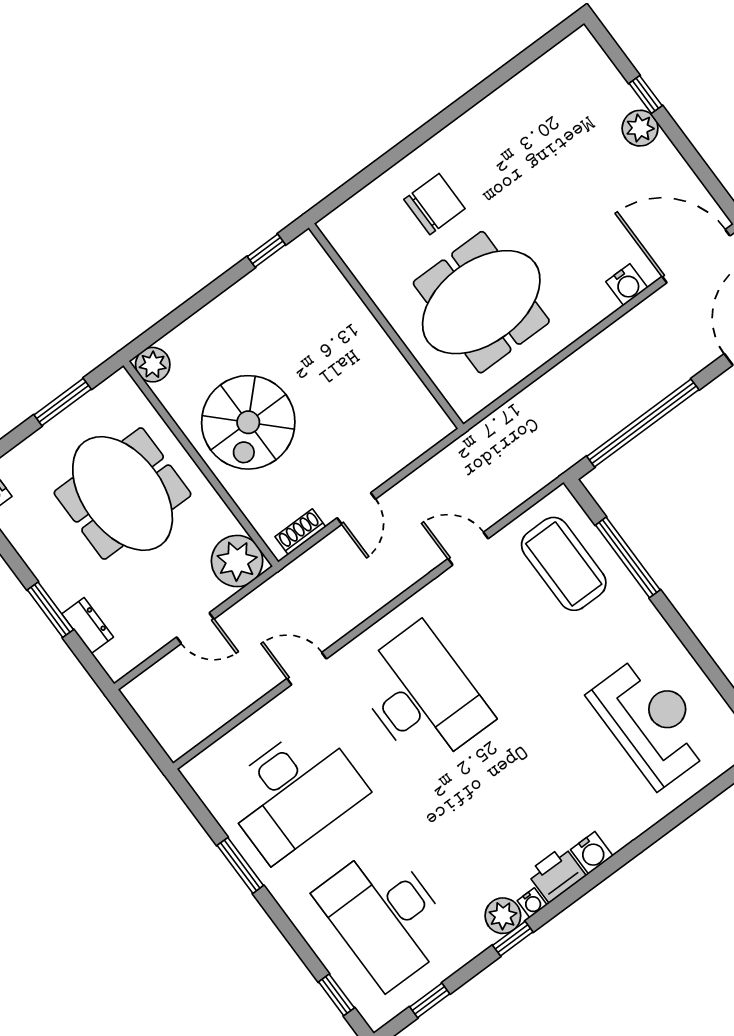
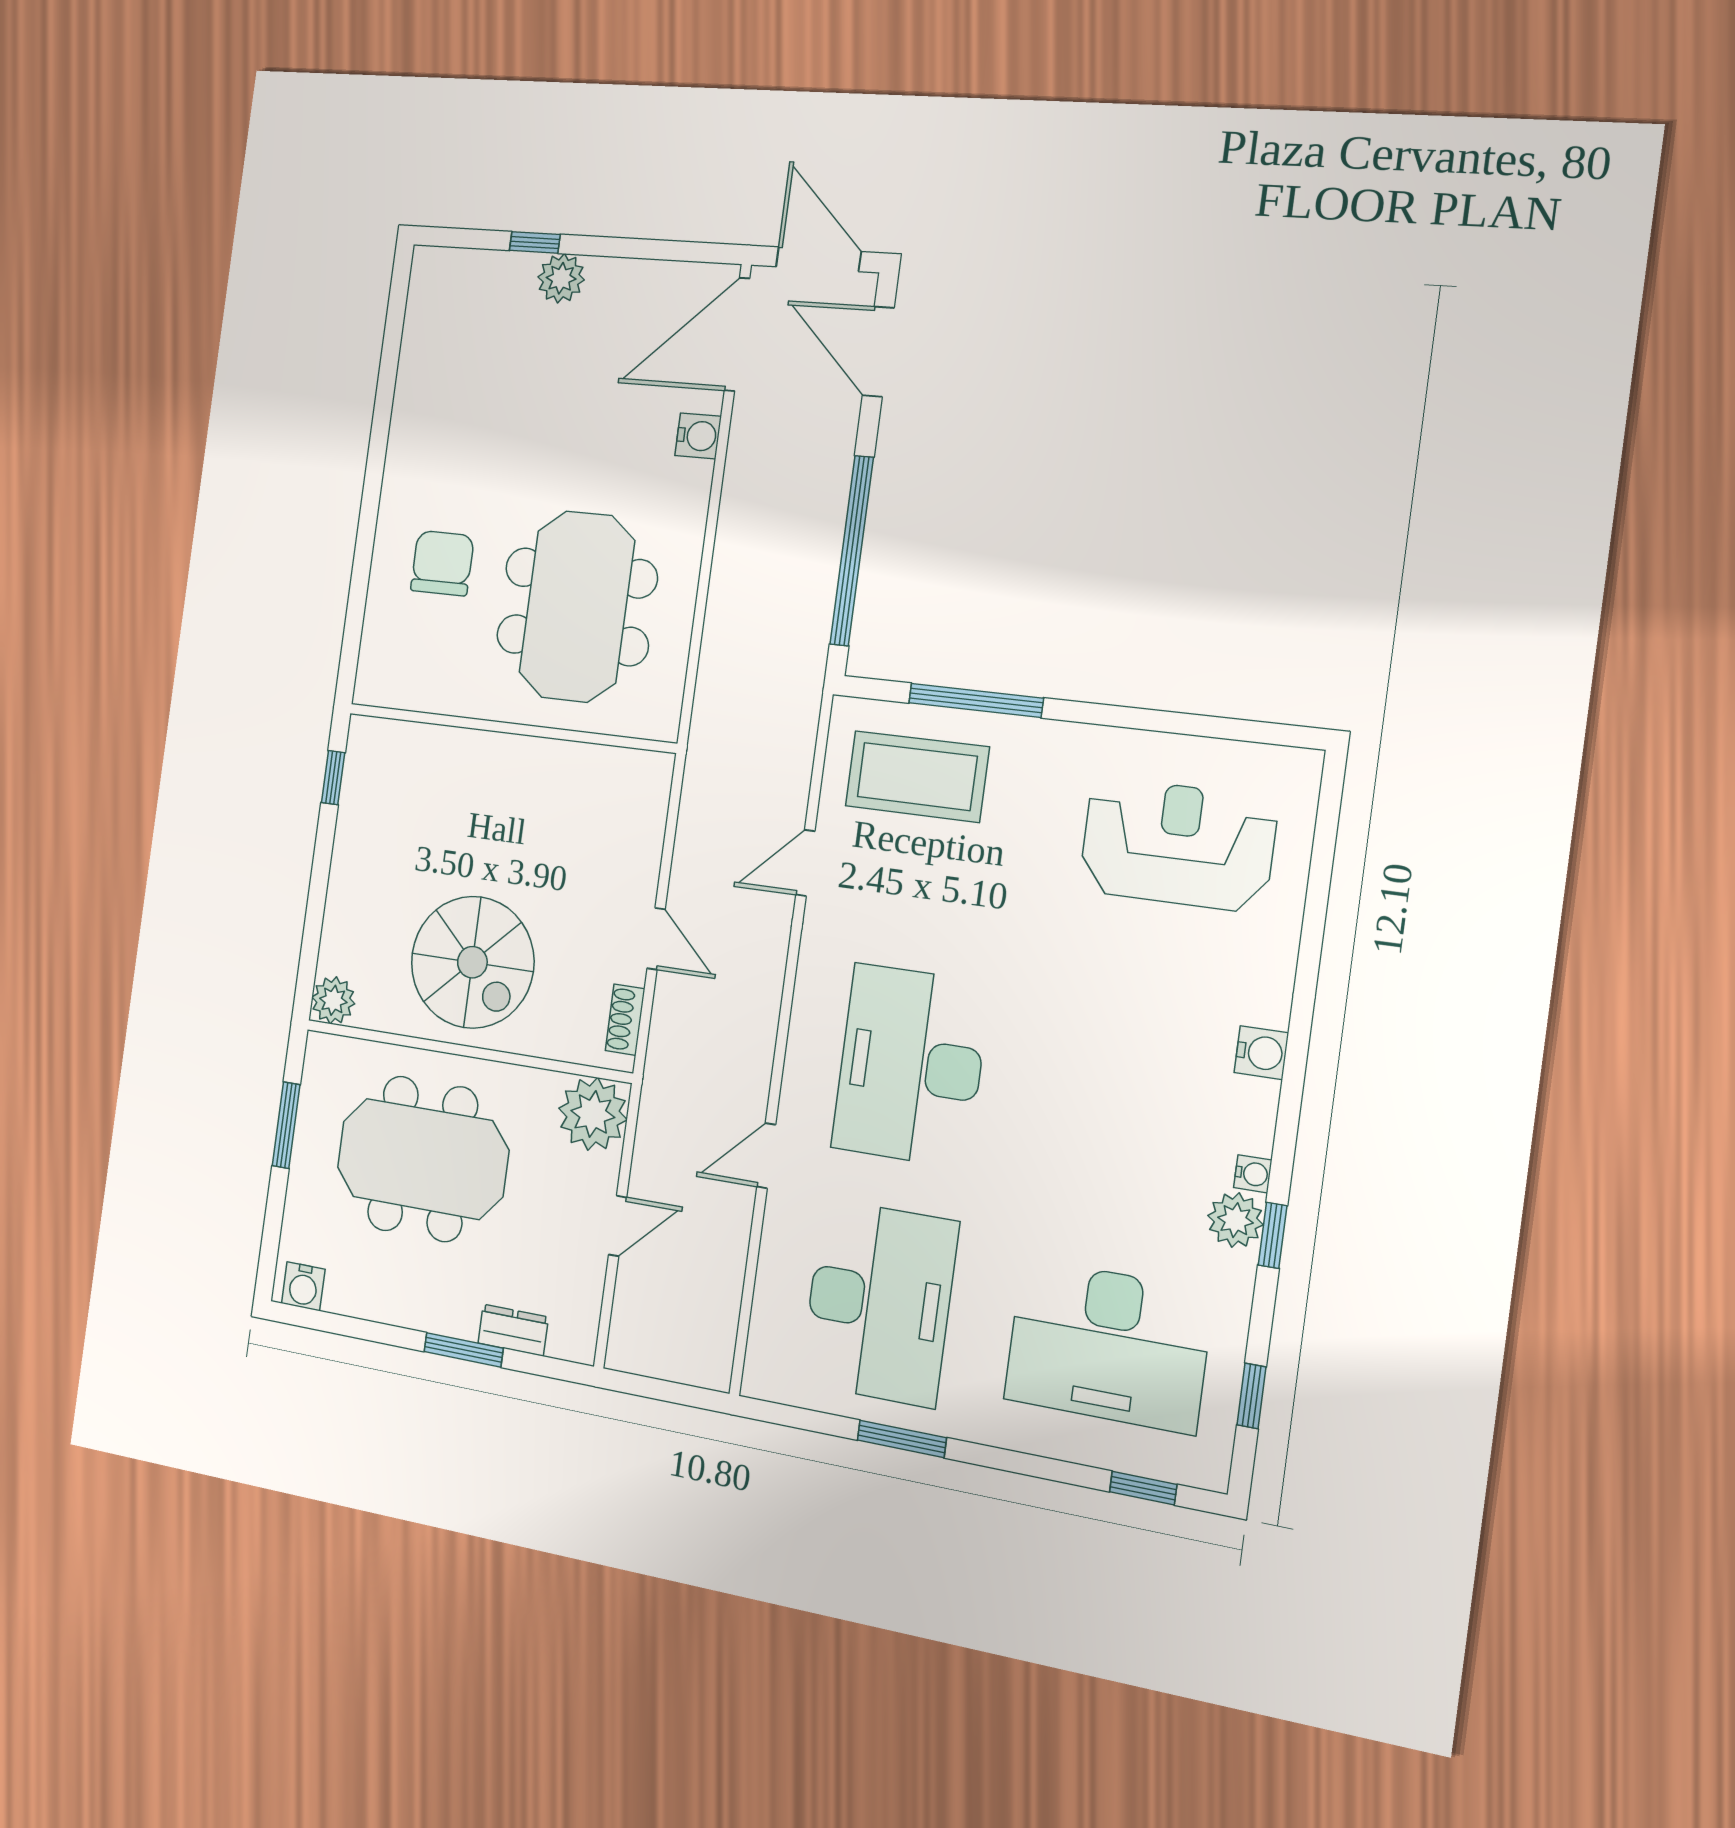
desk: (422, 696) -> (911, 1065), turned -90
printer: (556, 874) -> (1247, 1115), removed

